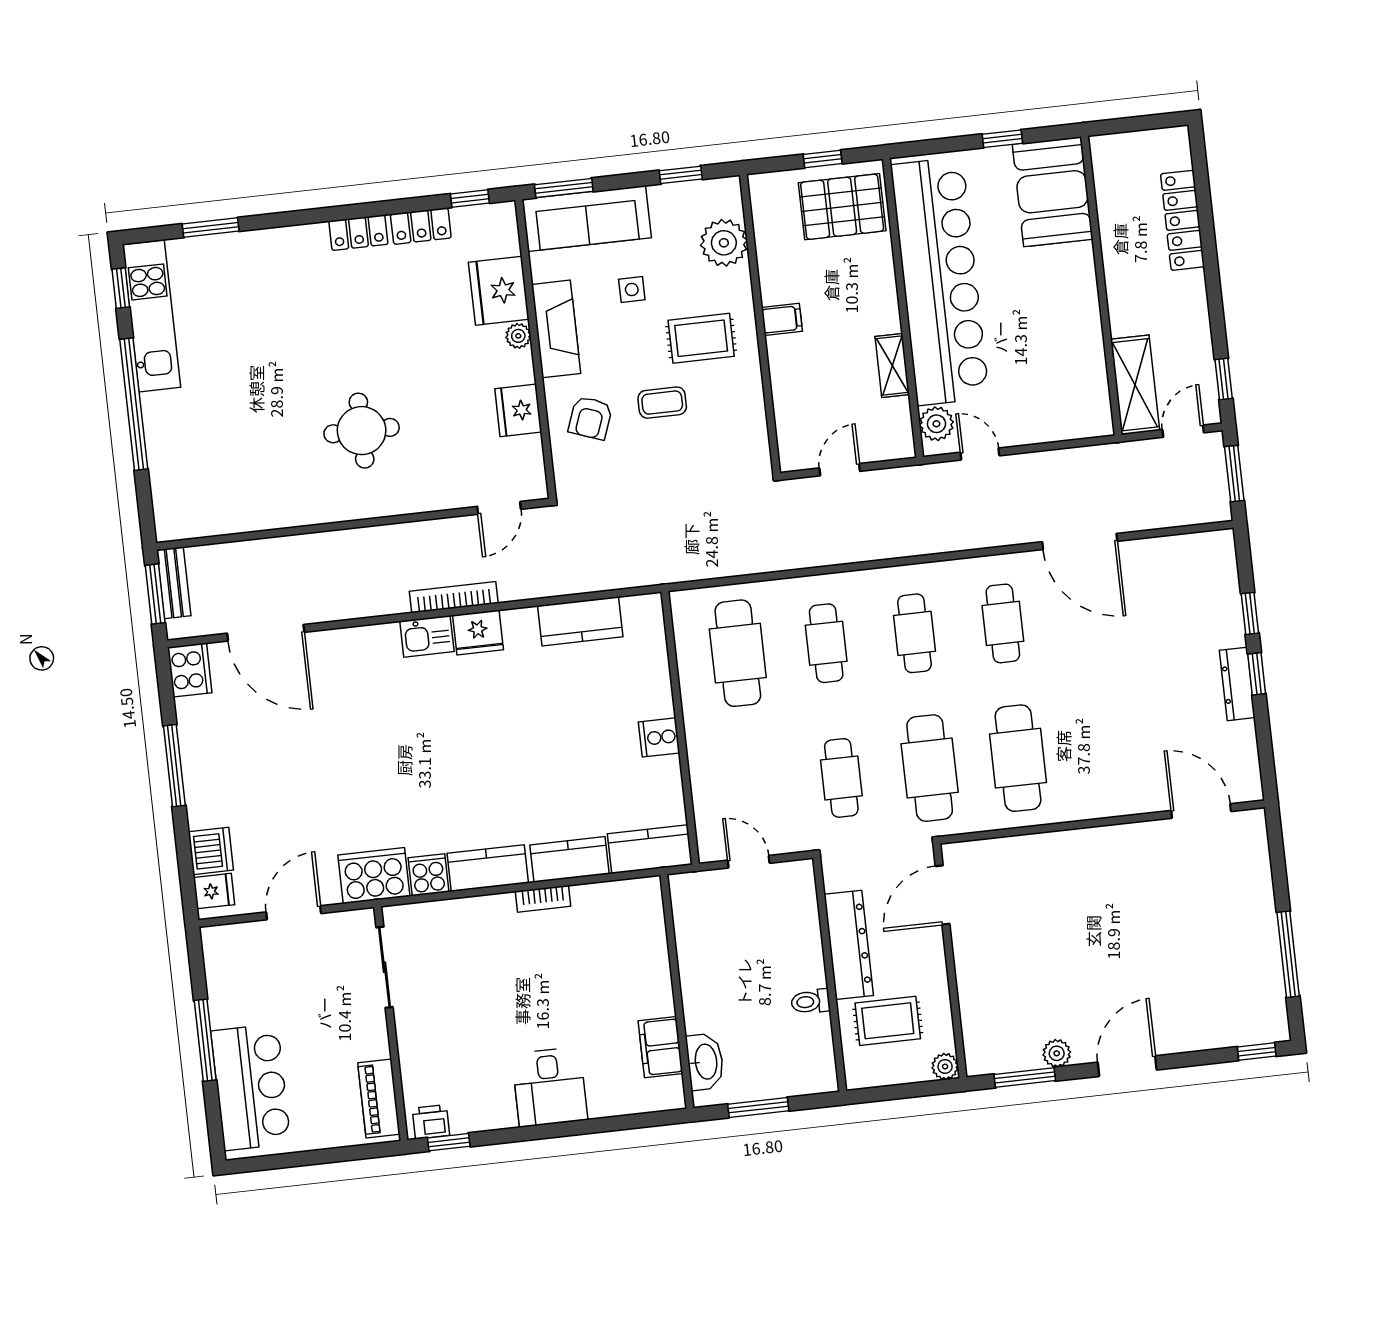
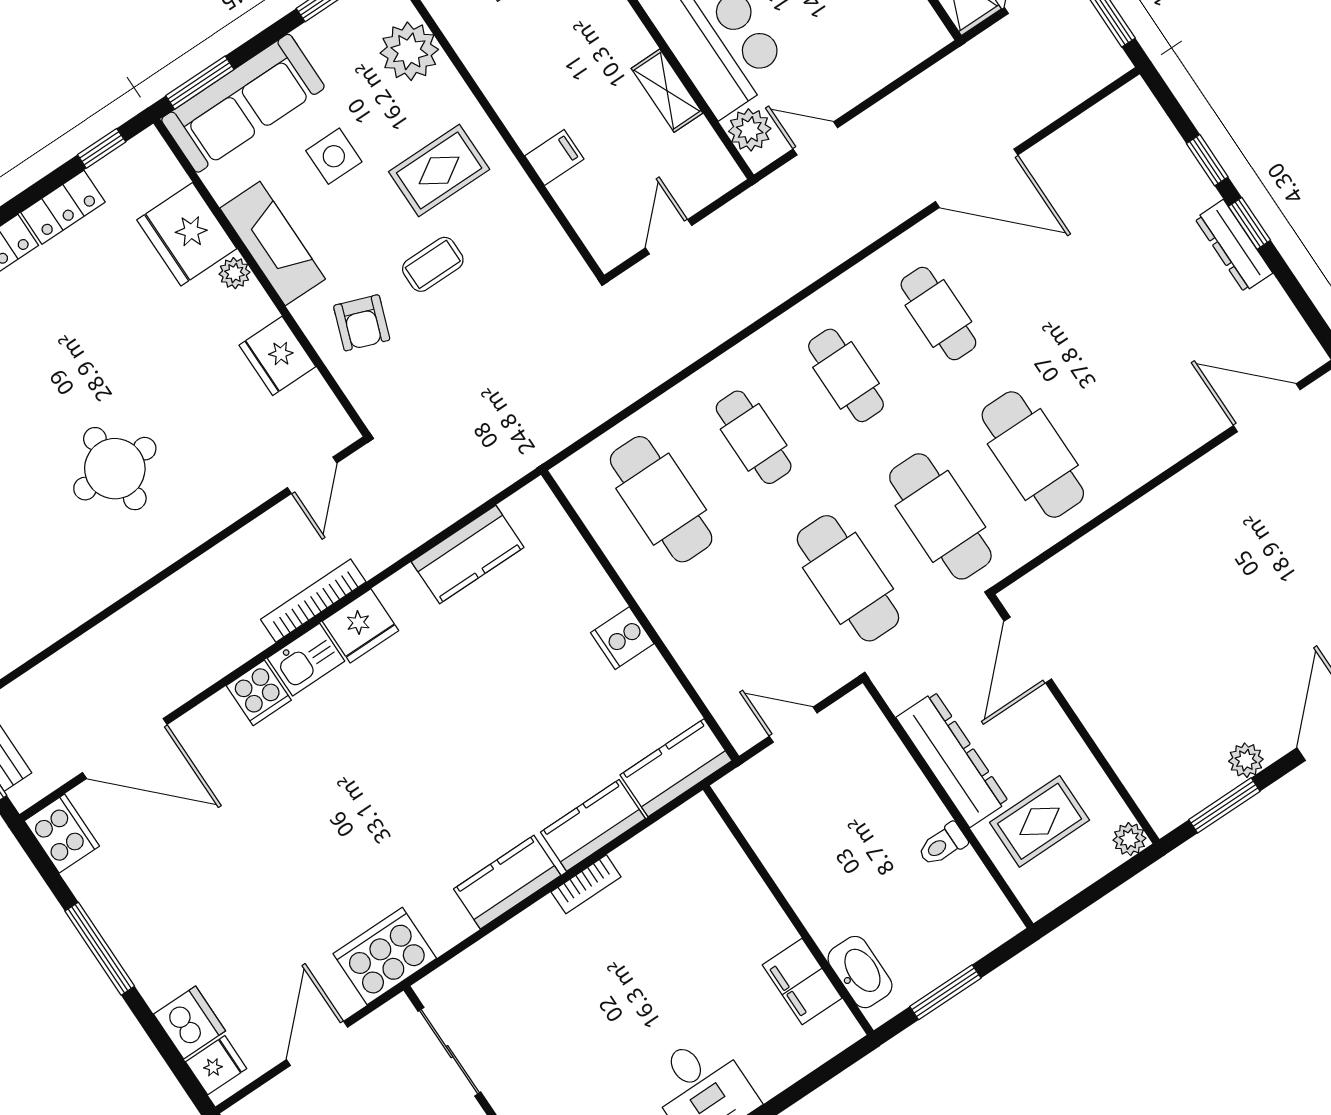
side table: (632, 289) -> (334, 156), width x1.37, depth x1.37
filing cabinet: (782, 319) -> (554, 157), moved
cafe table: (841, 778) -> (848, 578), width x1.37, depth x1.35
cooker: (428, 875) -> (259, 693), moved, turned 180

